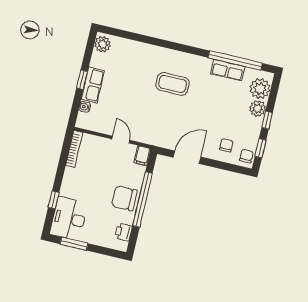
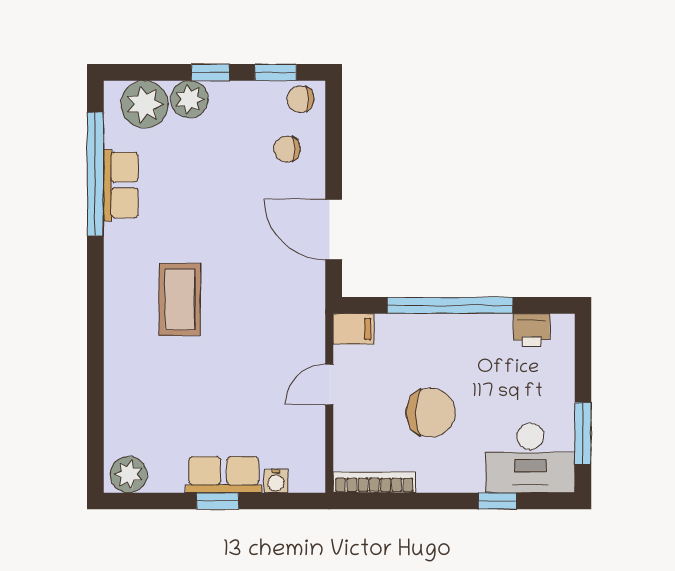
chair: (124, 198) -> (431, 413), moved, turned -90

